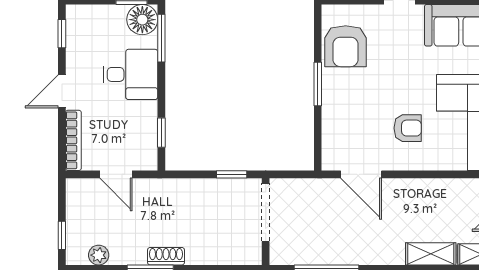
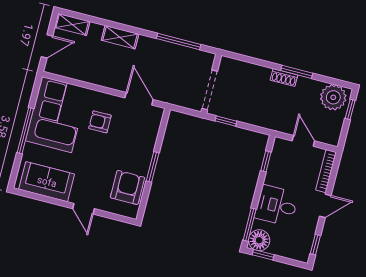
shelving: (431, 254) -> (120, 37), moved
plant: (99, 255) -> (333, 97), width x1.87, depth x1.87

